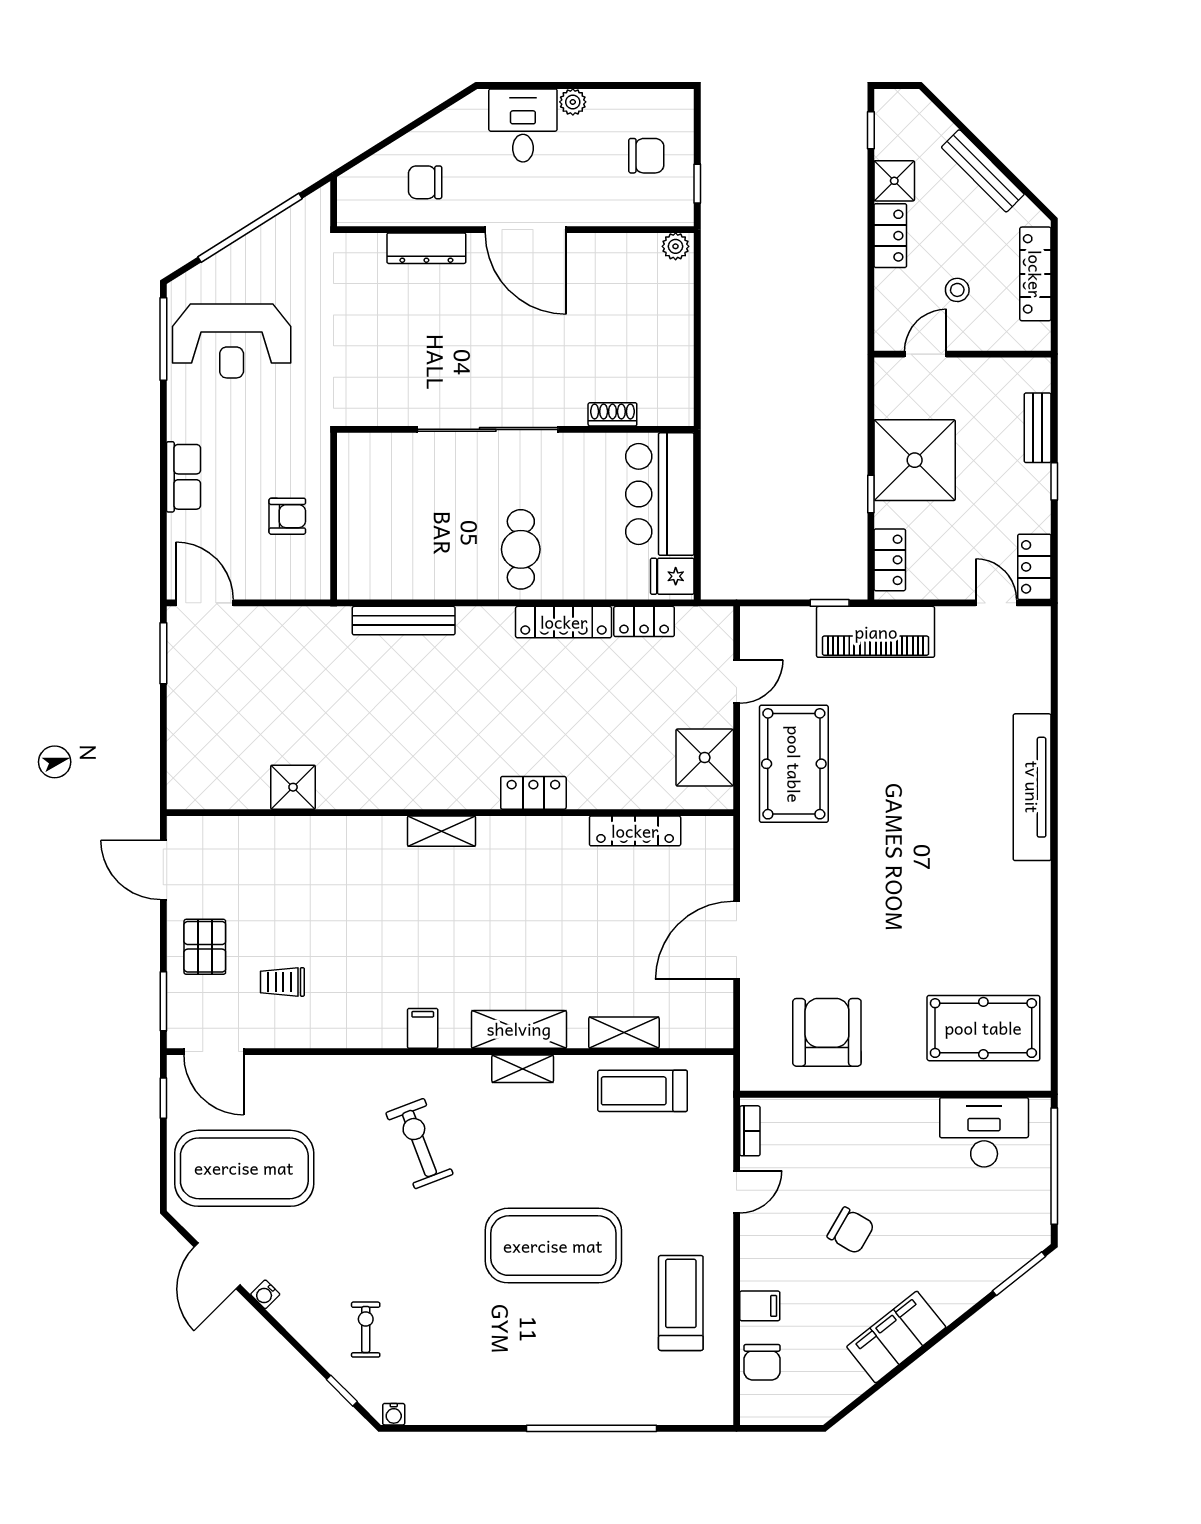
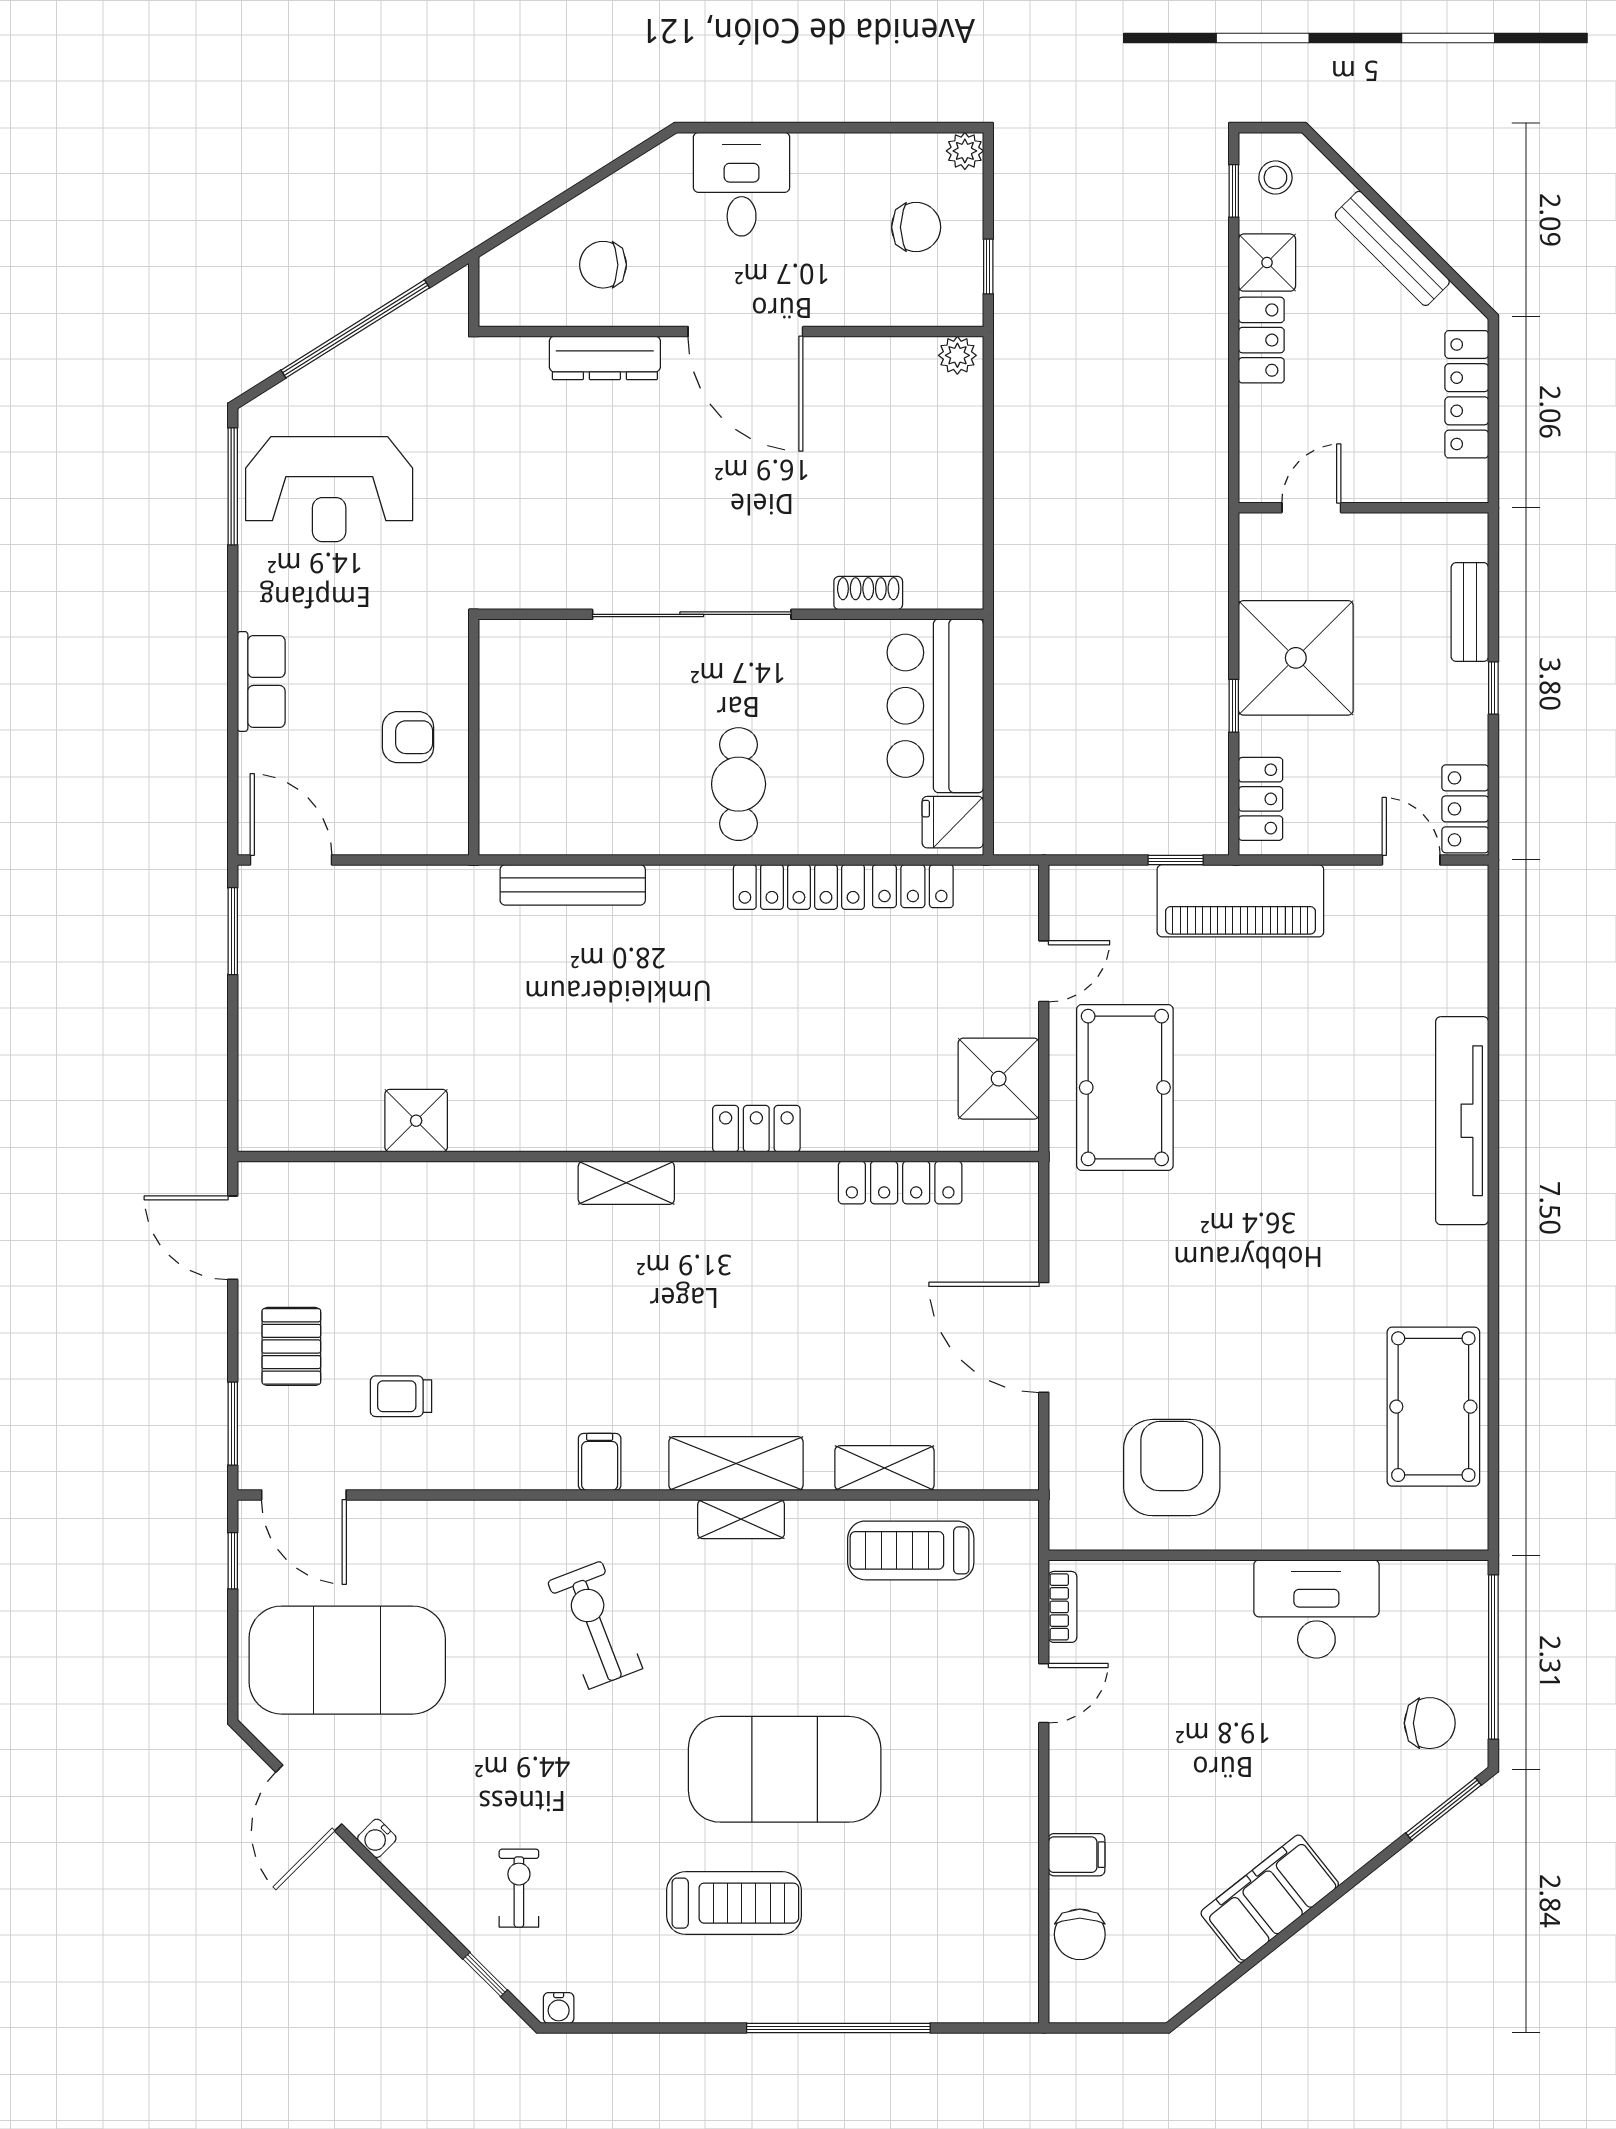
plant: (573, 102) -> (965, 151), moved
stool: (957, 290) -> (1275, 177), moved
door: (737, 940) -> (1044, 1337), hinge flipped
pool table: (983, 1028) -> (1433, 1407), moved, turned 90
desk: (984, 1132) -> (1316, 1609), moved
chair: (851, 1231) -> (1430, 1723), moved, turned -30
treadmill: (681, 1303) -> (734, 1903), moved, turned 90

